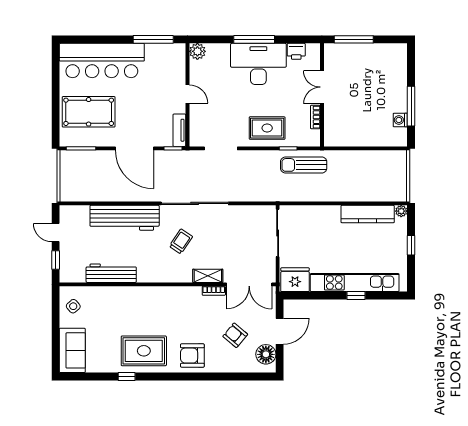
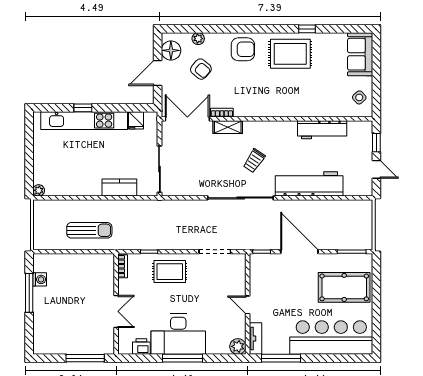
bookcase: (315, 117) -> (123, 266), moved
tv unit: (179, 130) -> (255, 338), moved
sun lounger: (304, 165) -> (89, 230), moved
kitchen counter: (368, 214) -> (119, 188), moved, width x0.67
window: (411, 245) -> (29, 157), removed
fridge: (295, 280) -> (136, 120), width x0.53, depth x0.75
plant: (238, 366) -> (198, 39), added

